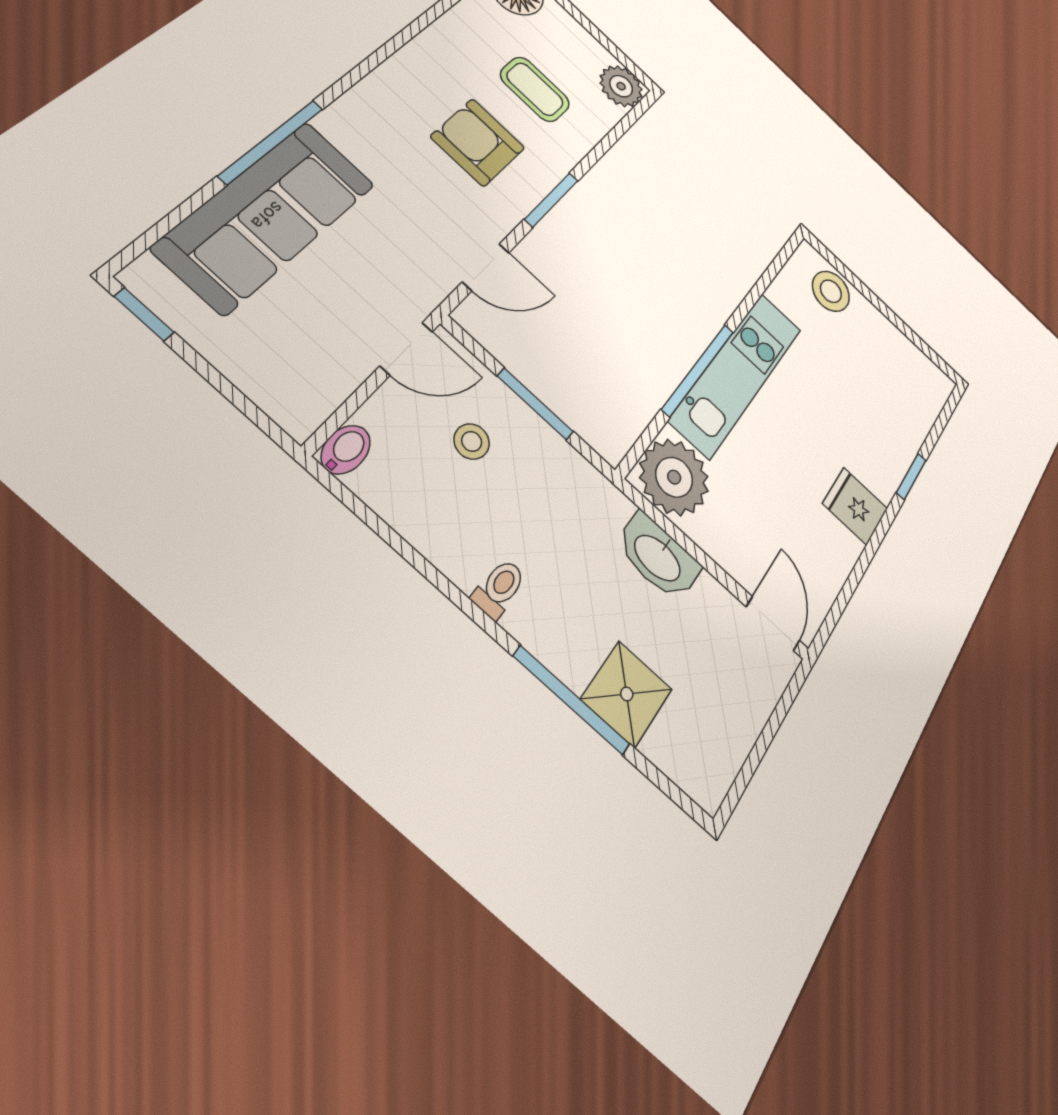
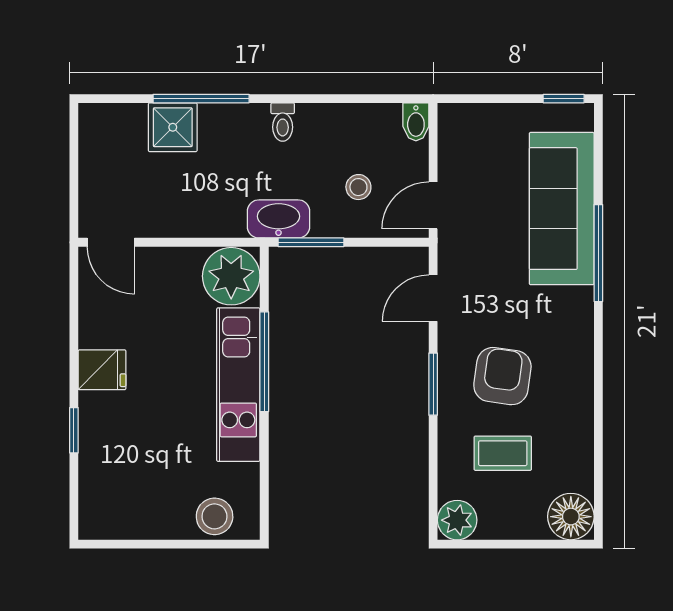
armchair: (478, 142) -> (502, 376), turned -82
window: (535, 404) -> (311, 242), moved
washbasin: (658, 557) -> (279, 219), moved

